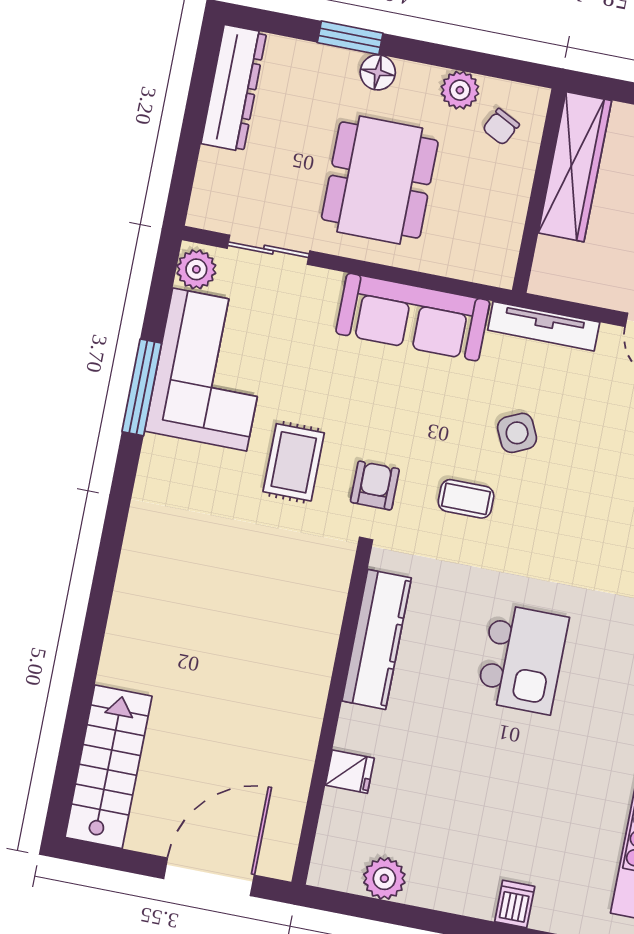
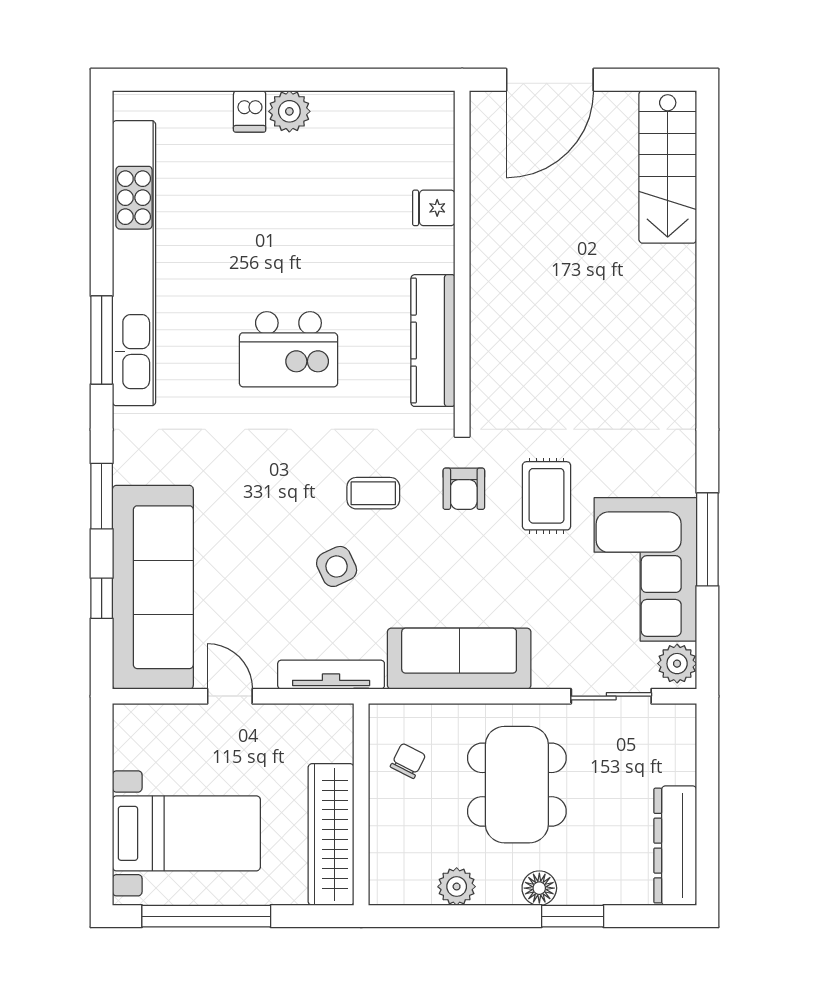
chair: (501, 127) -> (408, 761), moved
kitchen island: (523, 659) -> (288, 349), turned -90
plant: (384, 878) -> (289, 111), moved

